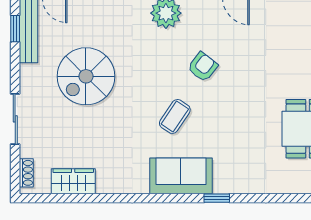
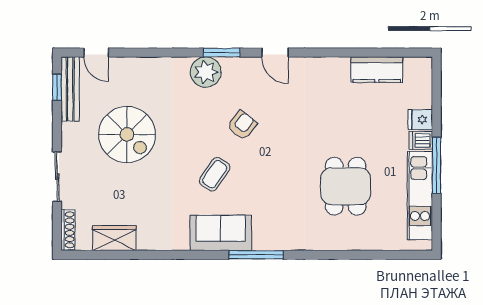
spiral stairs: (86, 76) -> (127, 134), turned -90
shoe rack: (26, 173) -> (68, 230), width x1.43
window: (217, 198) -> (256, 255), width x2.17

